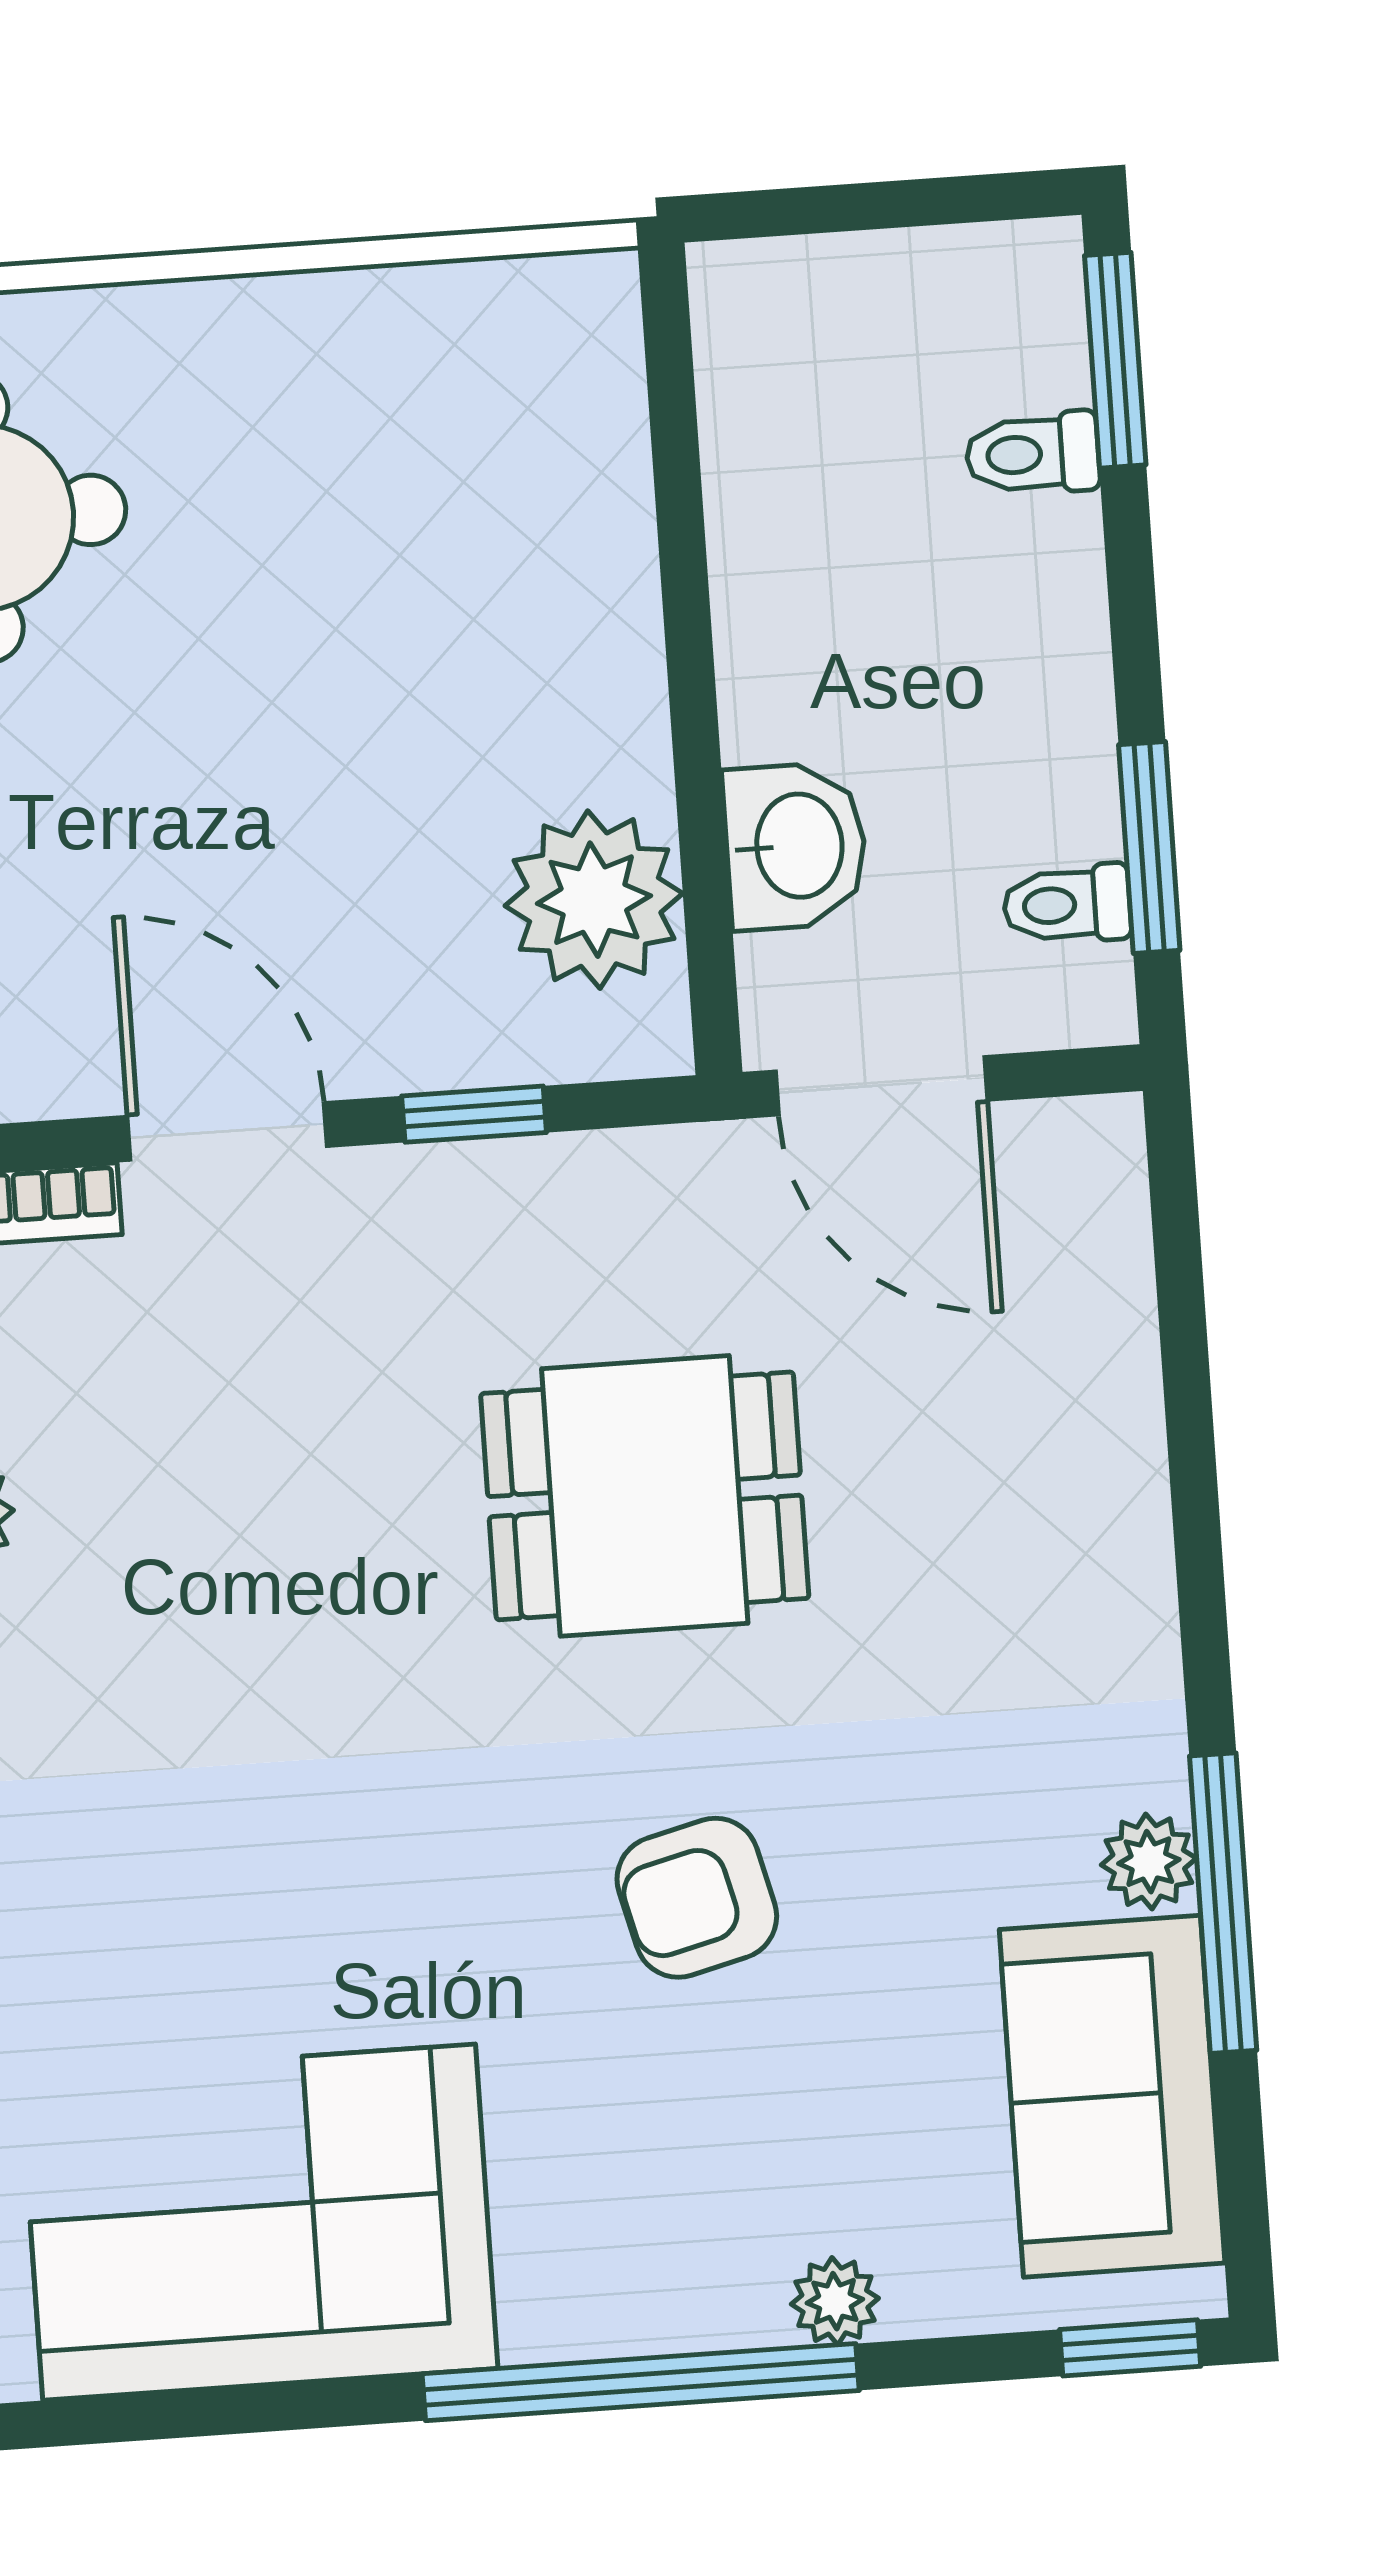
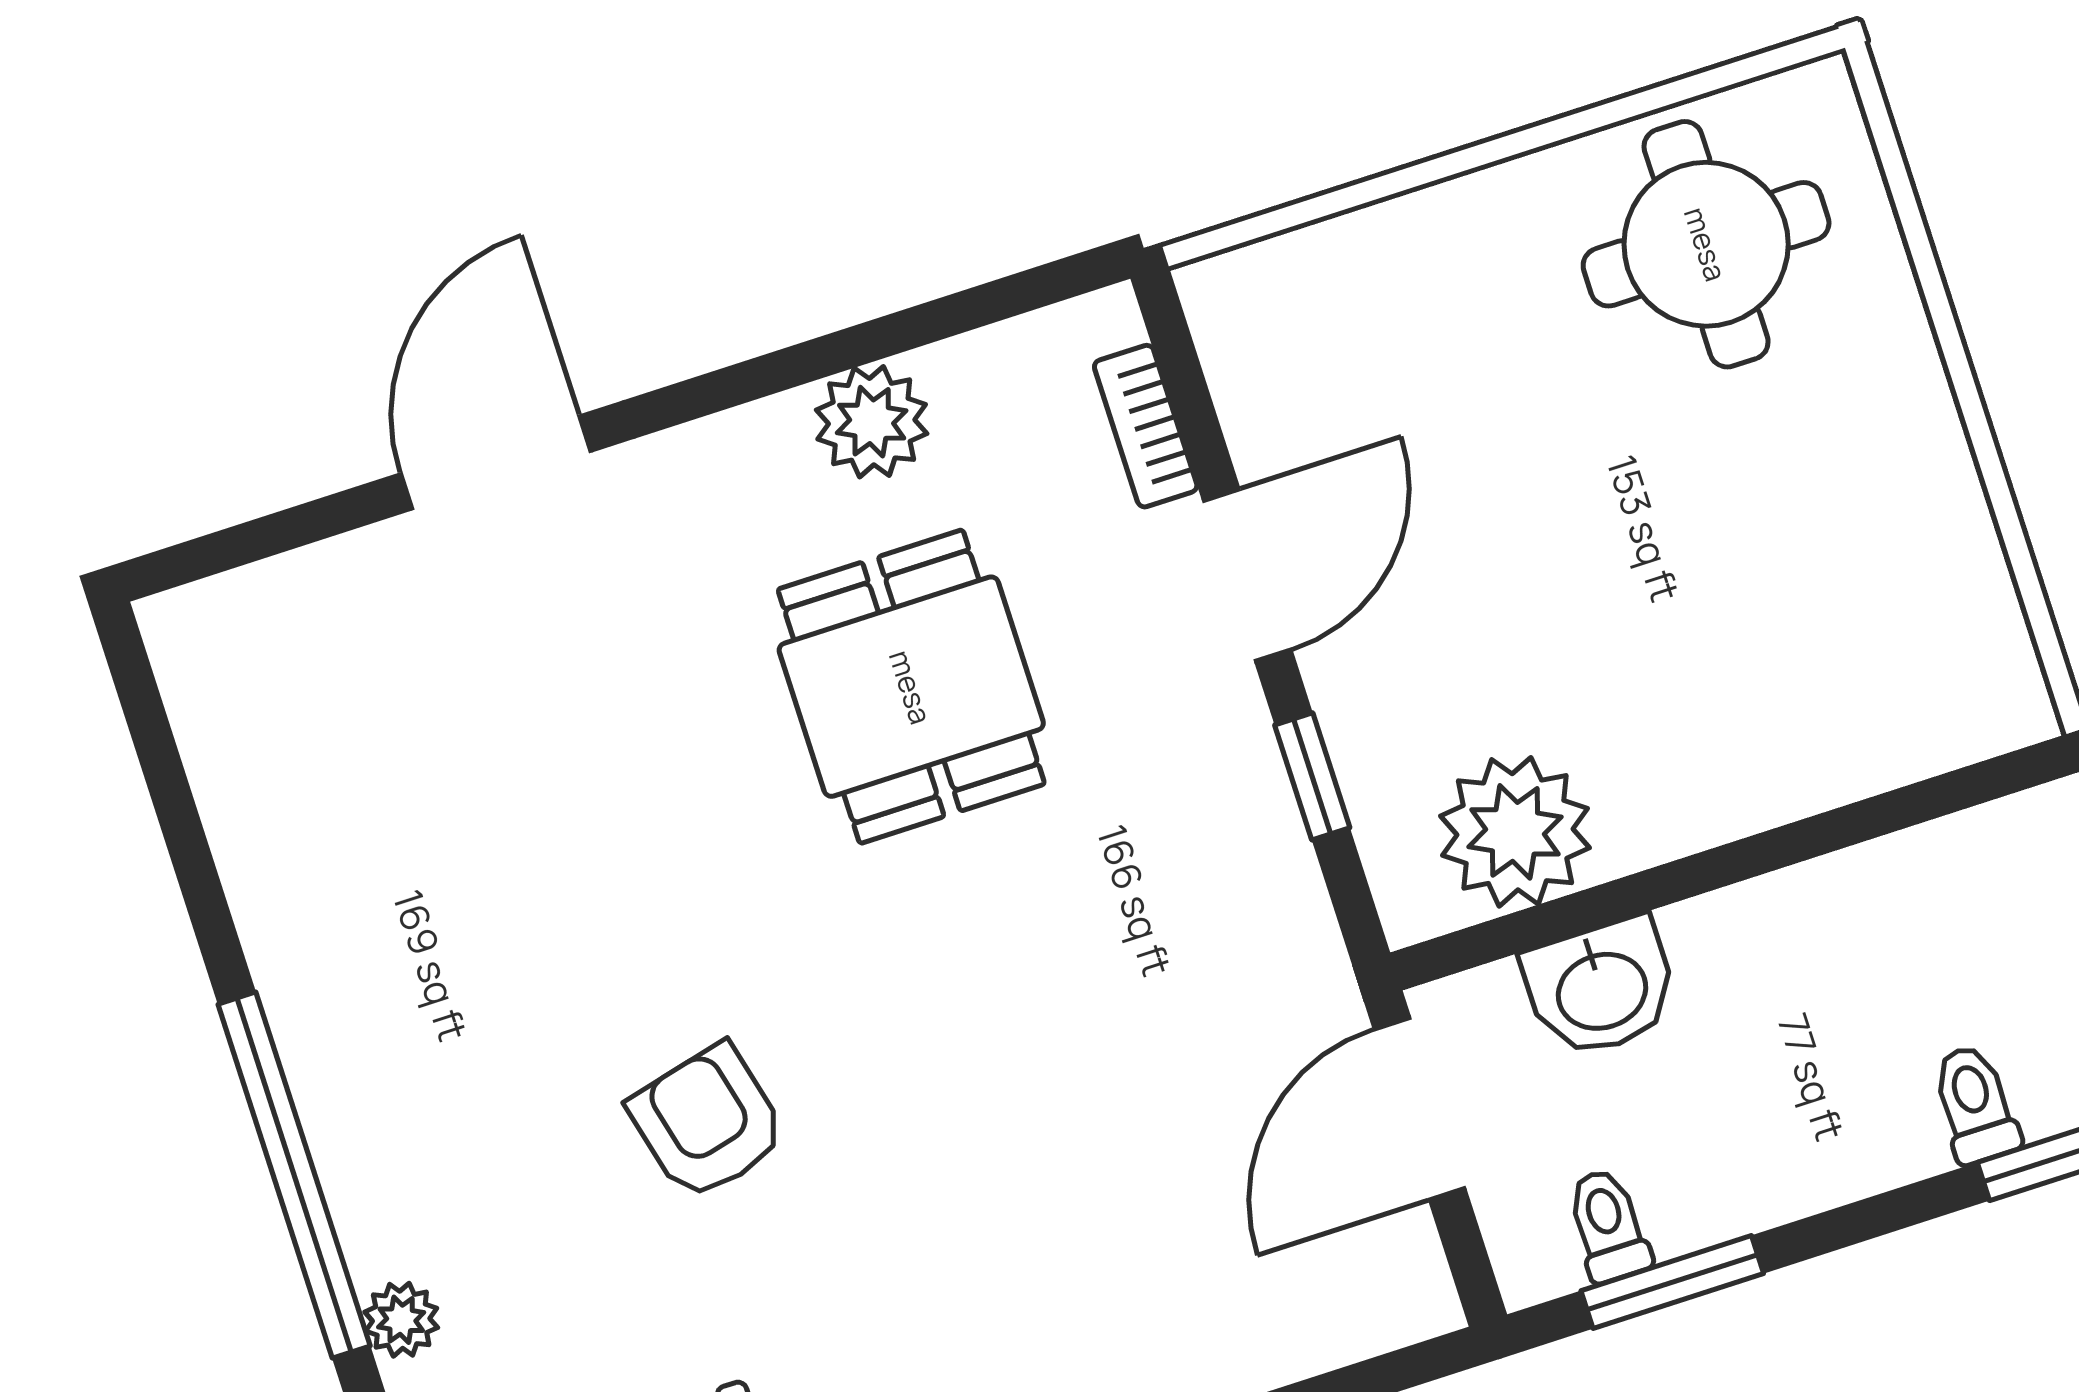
dining table: (645, 1496) -> (911, 687), moved
corner sofa: (259, 2222) -> (348, 826), removed

